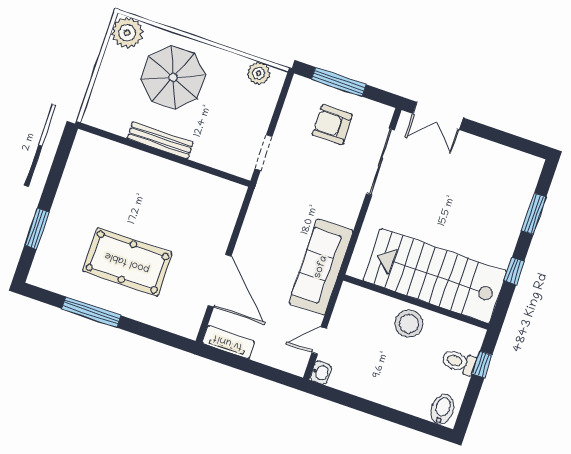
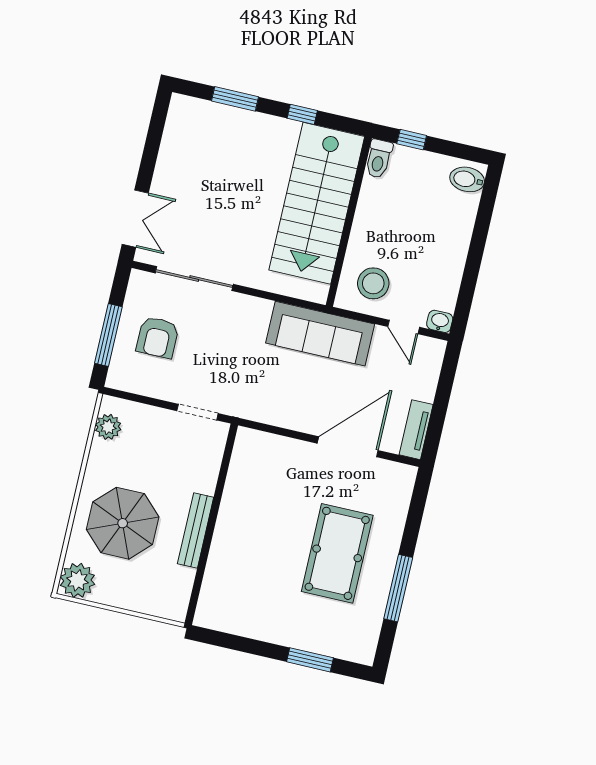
stool: (409, 324) -> (373, 283), moved
toilet: (459, 362) -> (379, 159), moved

